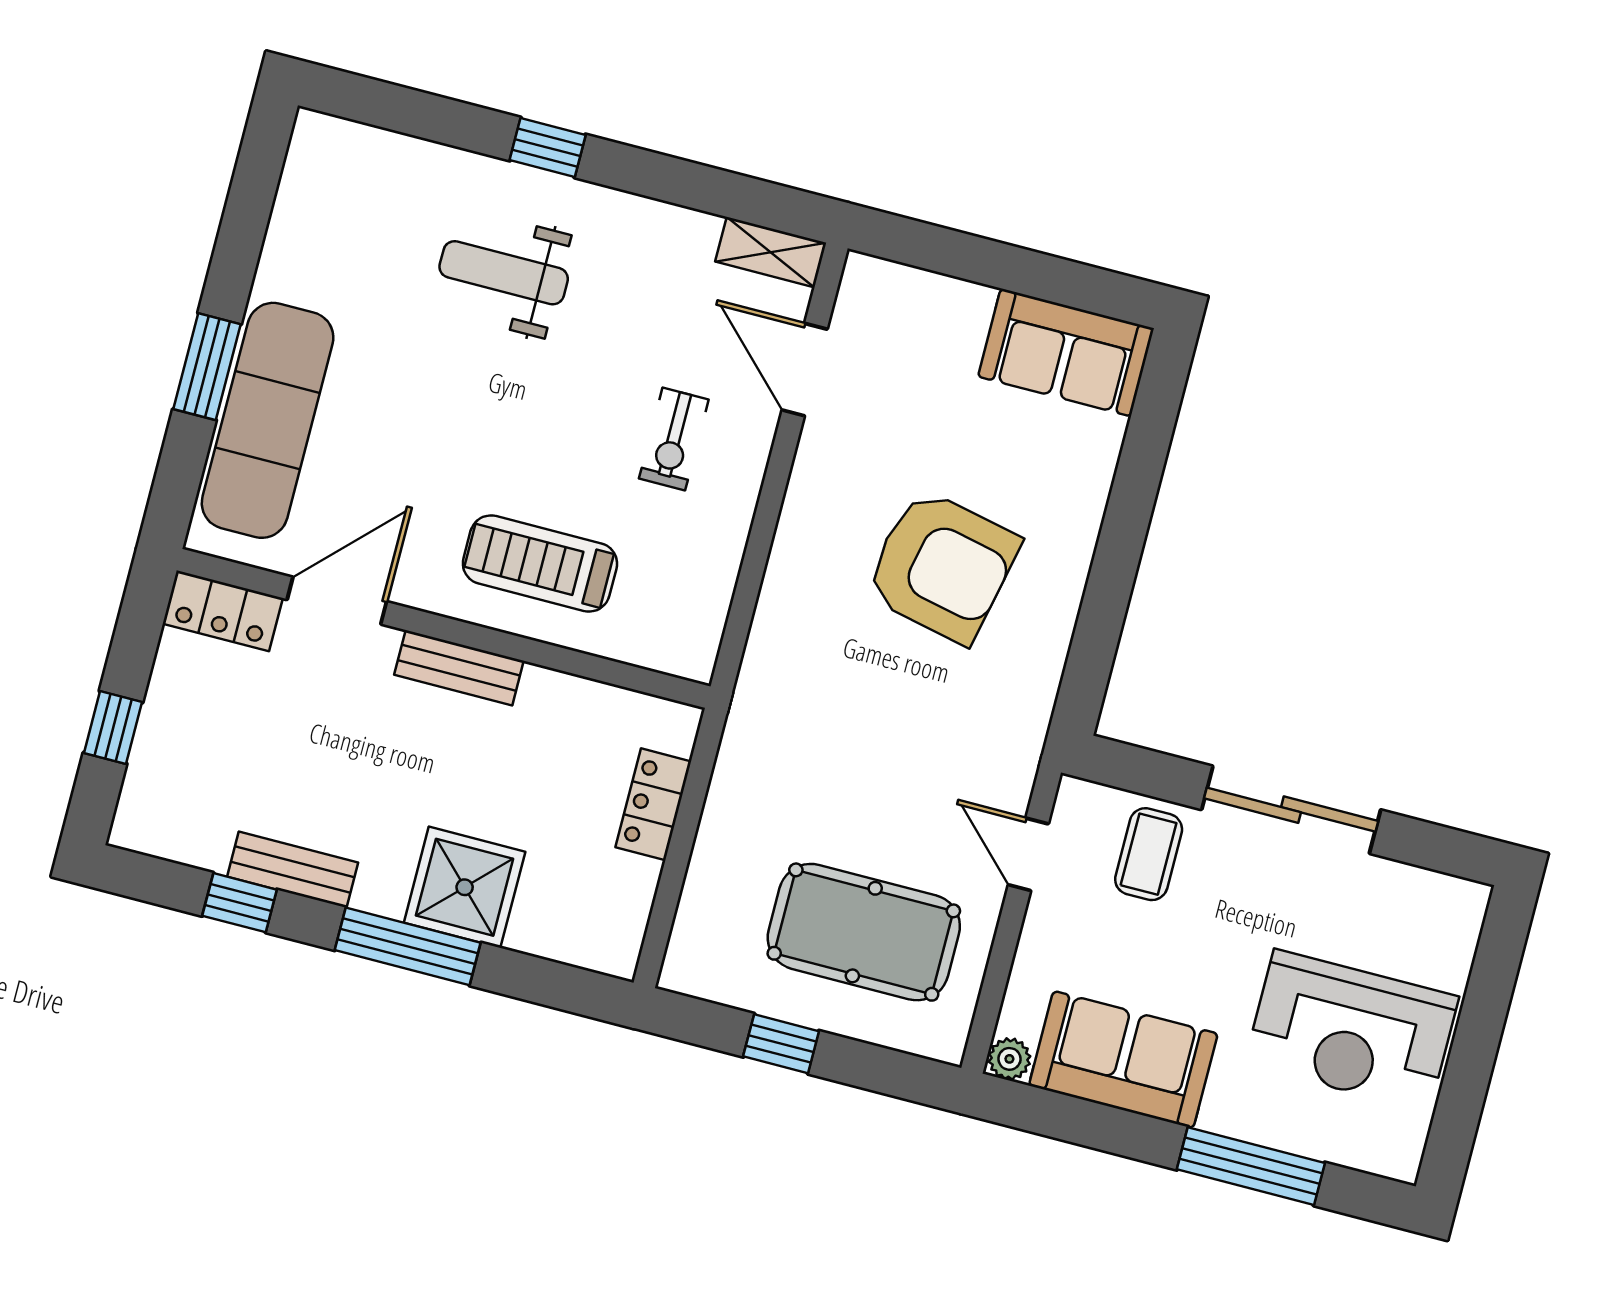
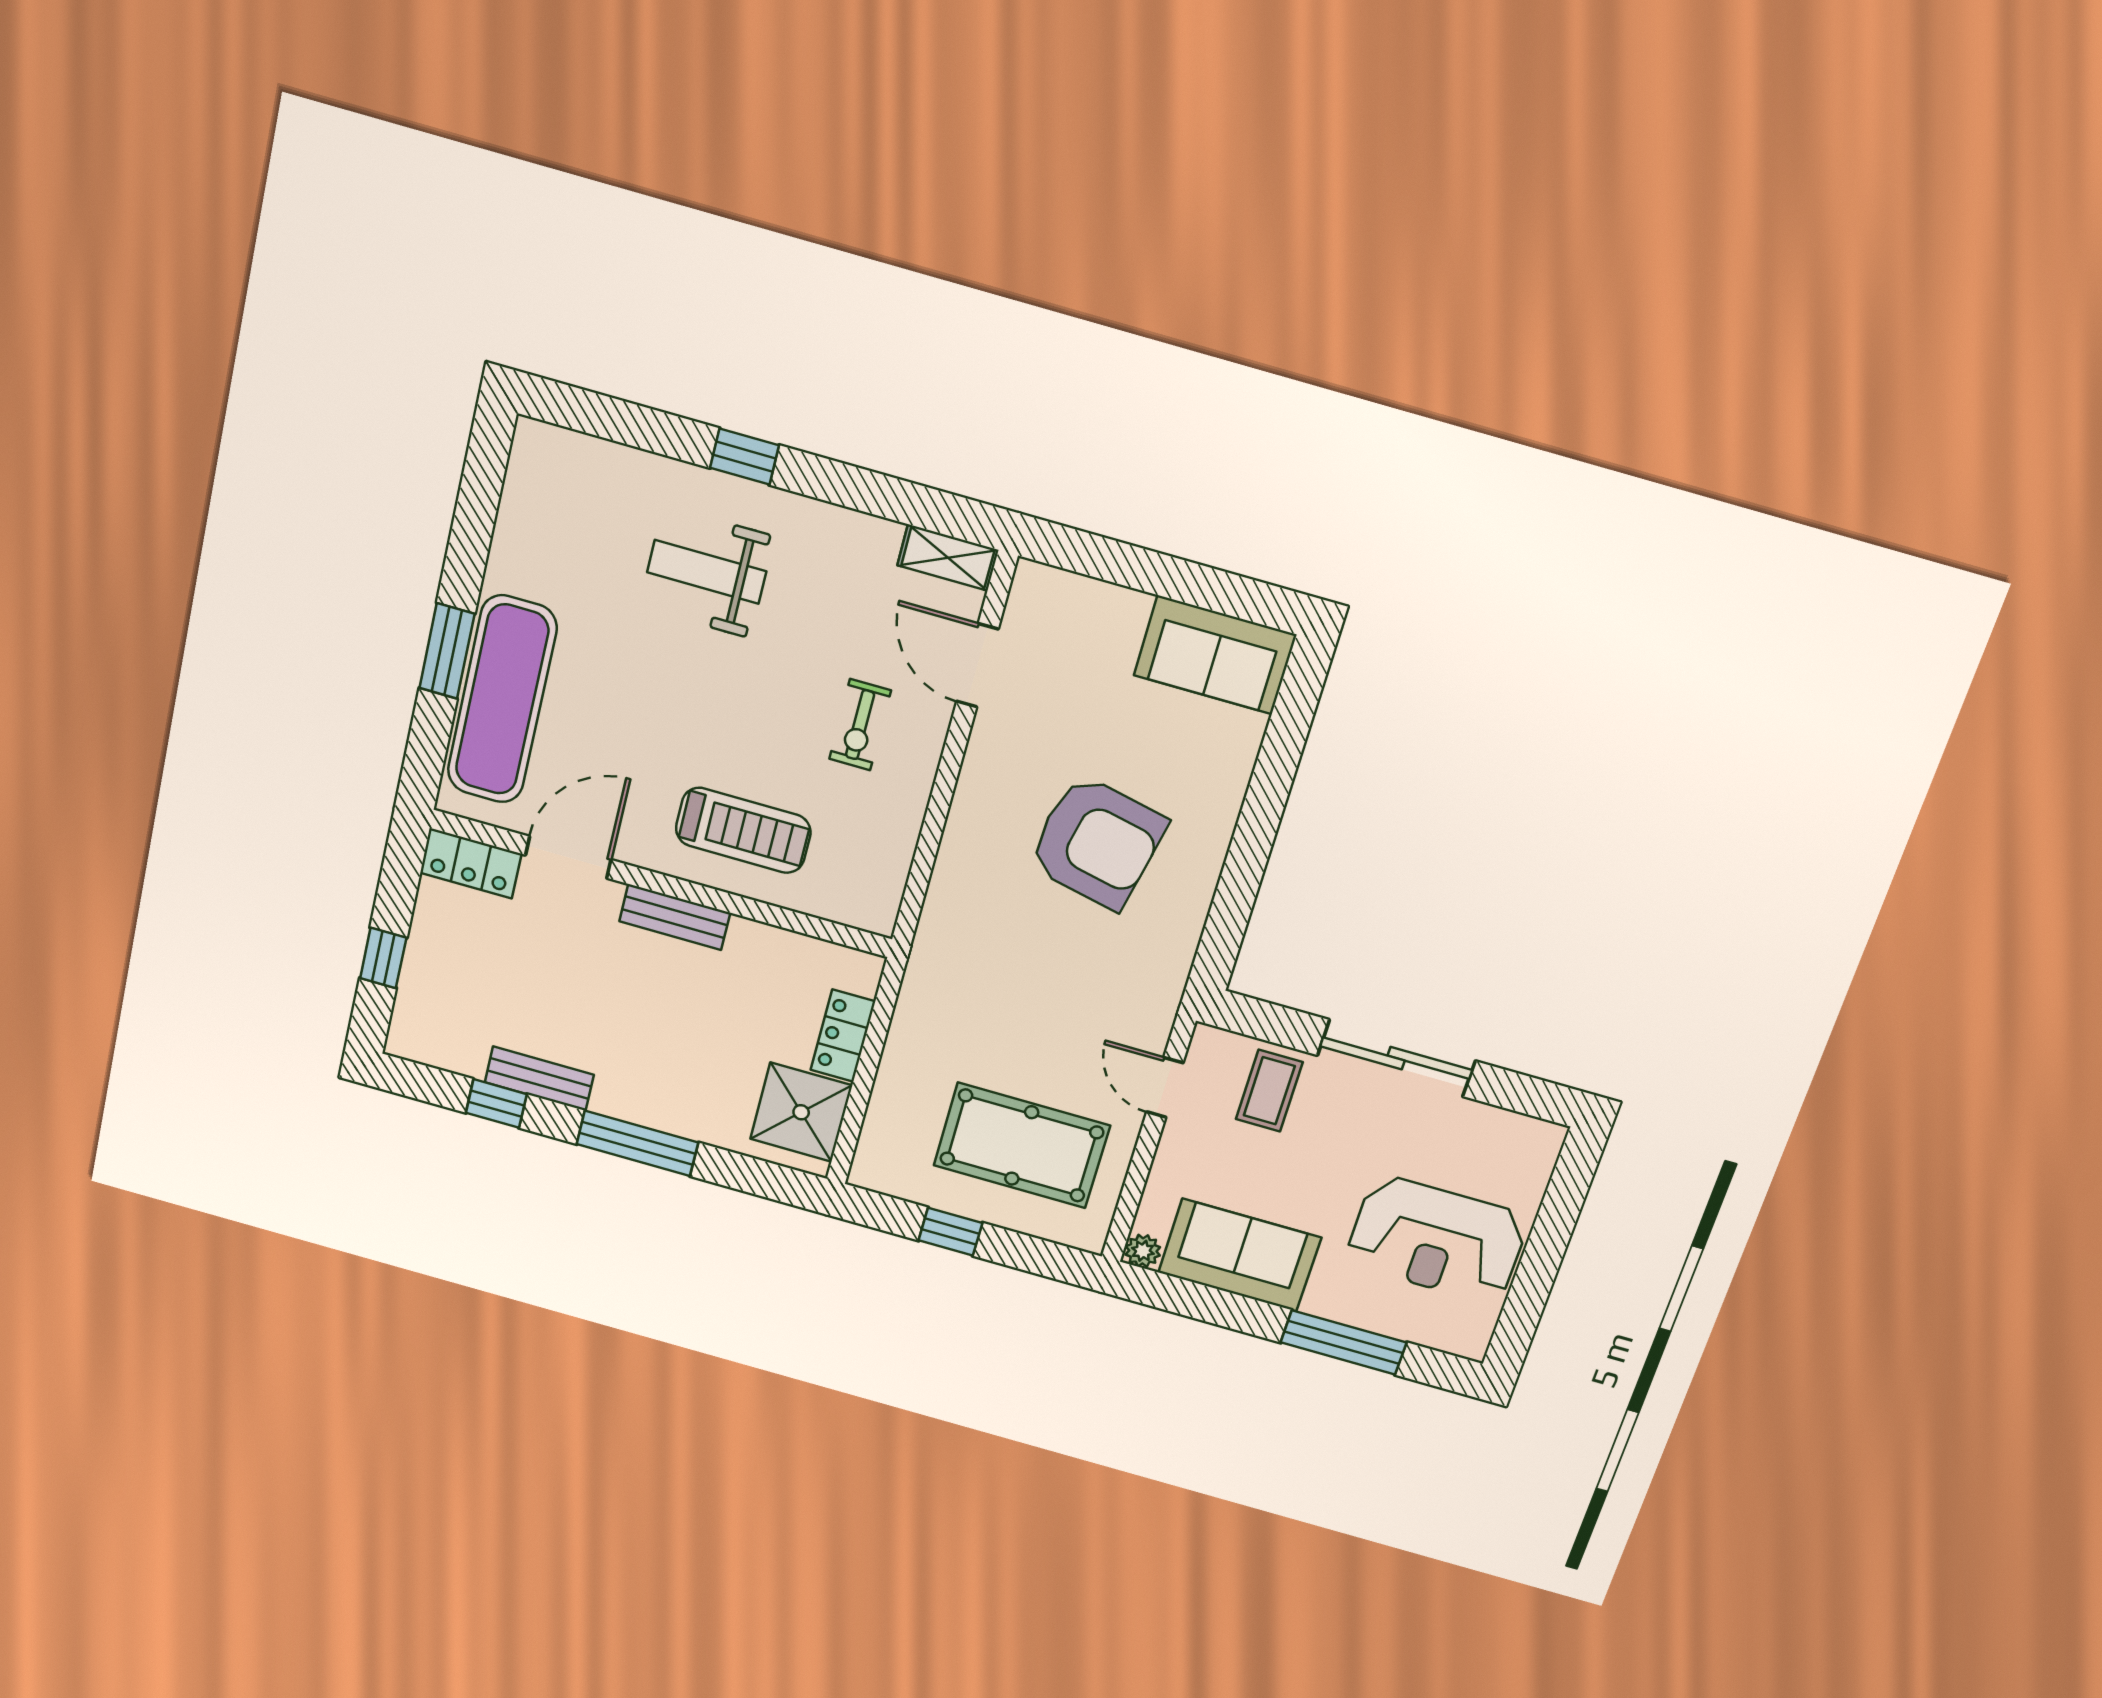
treadmill: (540, 563) -> (743, 830), turned 180
shower: (465, 887) -> (801, 1112), moved

